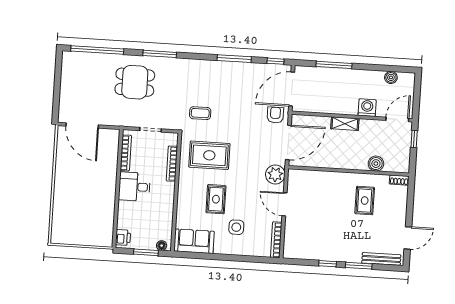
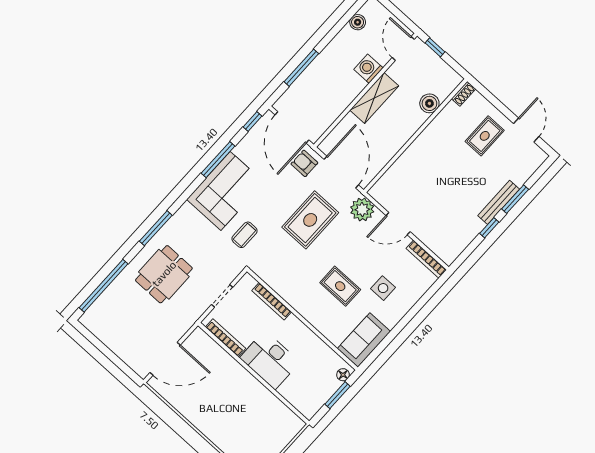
corner sofa: (218, 79) -> (225, 191), added
shelving: (345, 124) -> (374, 98), width x1.50, depth x1.33
rug: (209, 155) -> (310, 220), moved
desk: (134, 187) -> (270, 360), width x1.37
rug: (365, 201) -> (485, 136), moved, turned 90
printer: (123, 237) -> (305, 406), removed
bench: (381, 259) -> (499, 202), moved

